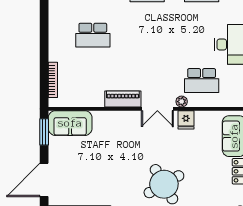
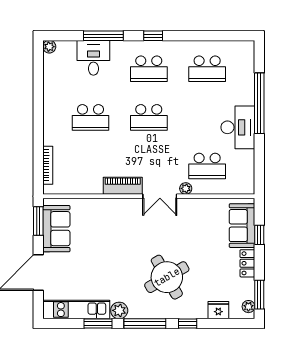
school desk: (147, 35) -> (149, 117), added
fridge: (186, 120) -> (190, 208), removed
sofa: (70, 123) -> (56, 229), moved, turned -90

